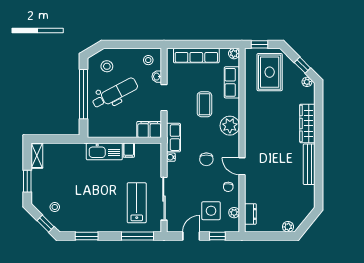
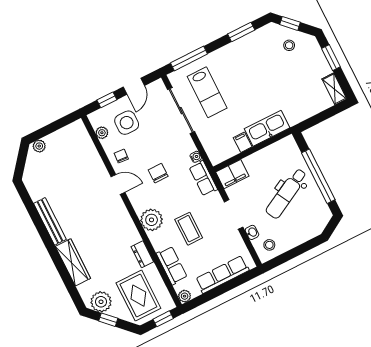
stool: (107, 66) -> (309, 217), removed
plant: (307, 82) -> (101, 302), width x1.87, depth x1.87
dresser: (250, 214) -> (142, 254), moved

